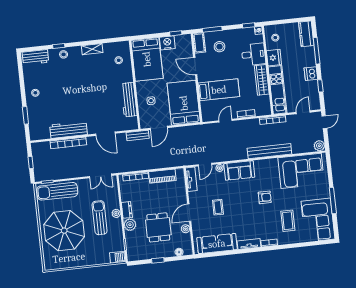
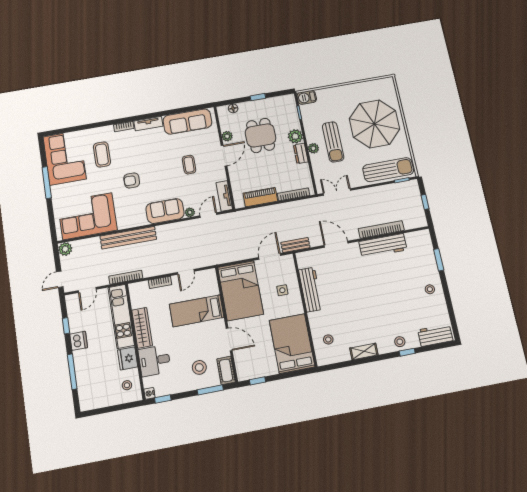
kitchen counter: (306, 34) -> (86, 394), removed
nightstand: (167, 43) -> (268, 367), removed

